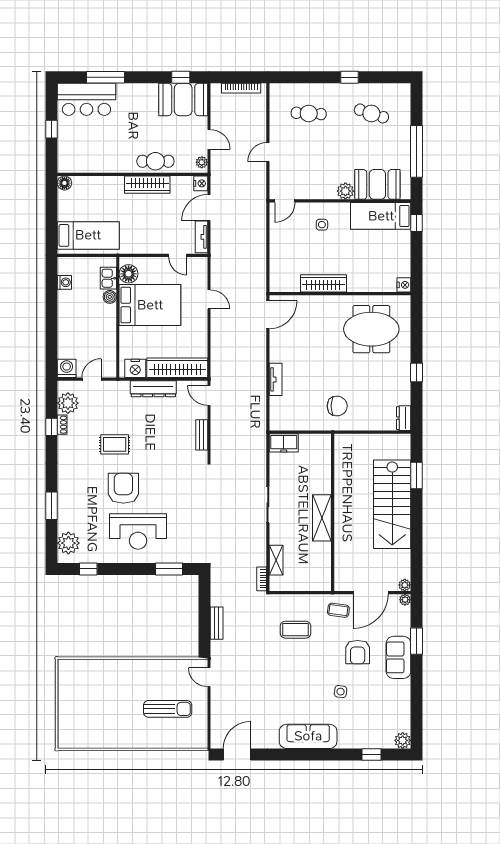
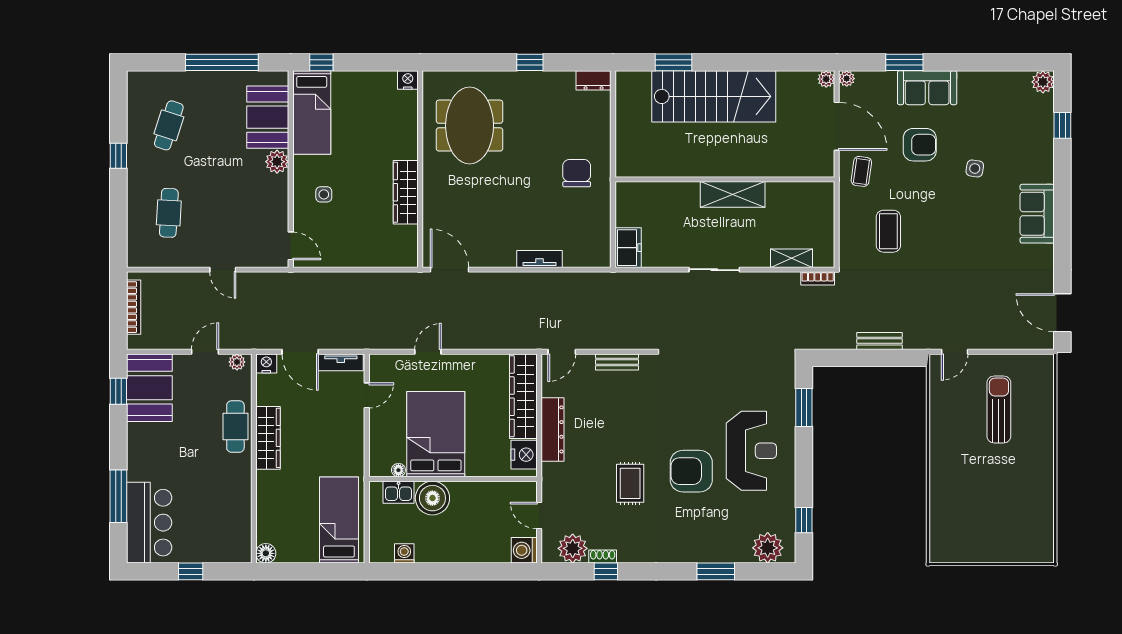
floor lamp: (129, 274) -> (398, 470), width x0.53, depth x0.53
boiler: (110, 297) -> (432, 498), width x1.86, depth x1.86
sofa: (308, 736) -> (1037, 214), width x0.73

